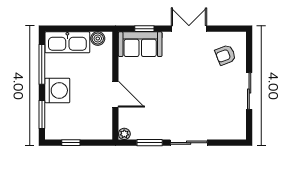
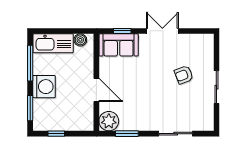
armchair: (225, 55) -> (184, 75), moved
plant: (124, 134) -> (109, 121), width x1.88, depth x1.88
sliding door: (189, 143) -> (176, 134), moved

